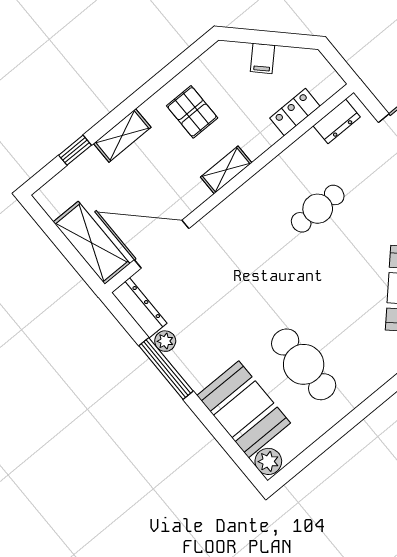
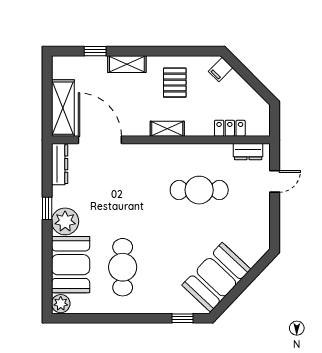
filing cabinet: (263, 58) -> (221, 70), moved
cafe table: (318, 209) -> (199, 190), width x1.37, depth x1.35
plant: (165, 341) -> (65, 221), moved, width x1.88, depth x1.88
window: (166, 368) -> (47, 208), width x0.46

